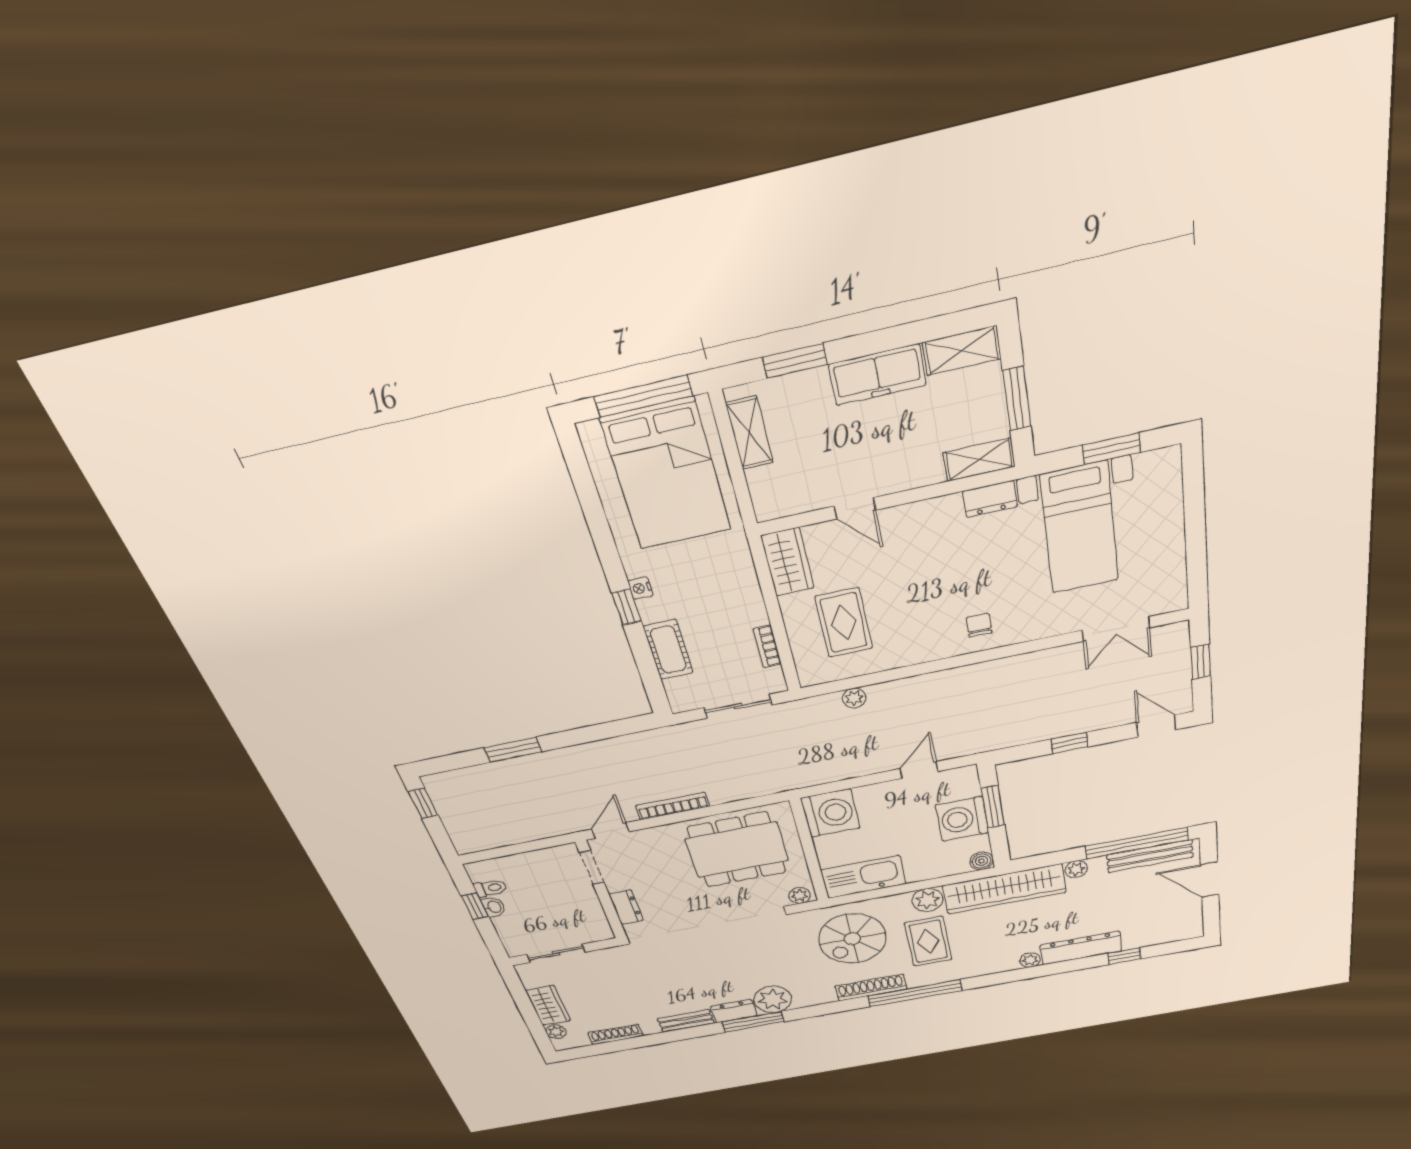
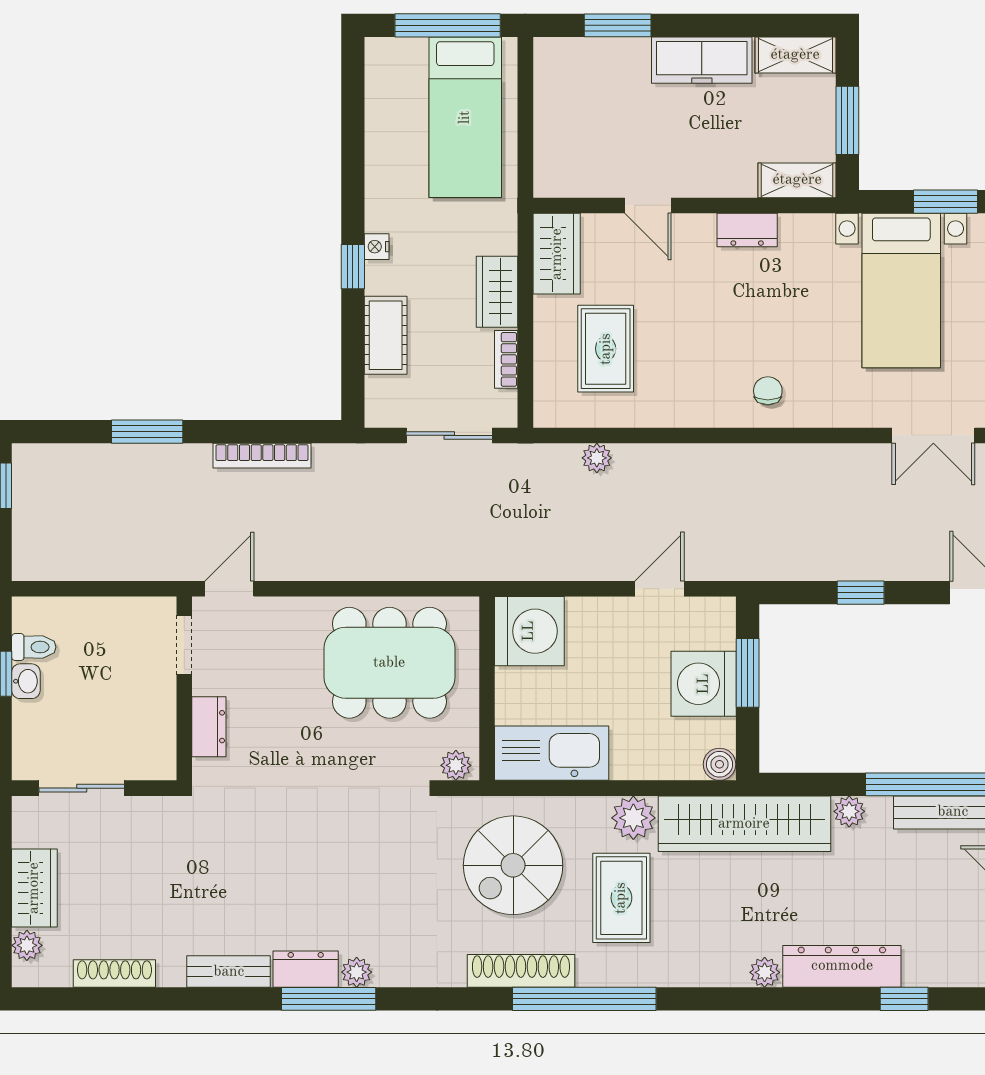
shelving: (749, 433) -> (551, 91), removed
bed: (667, 475) -> (465, 117), width x0.67
dresser: (990, 499) -> (747, 230), moved
wardrobe: (747, 600) -> (497, 292), added
bookcase: (673, 806) -> (262, 456), moved, turned 180
plant: (773, 999) -> (357, 972), width x0.53, depth x0.53

